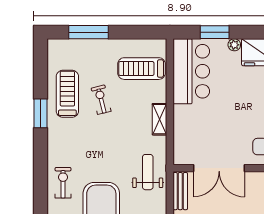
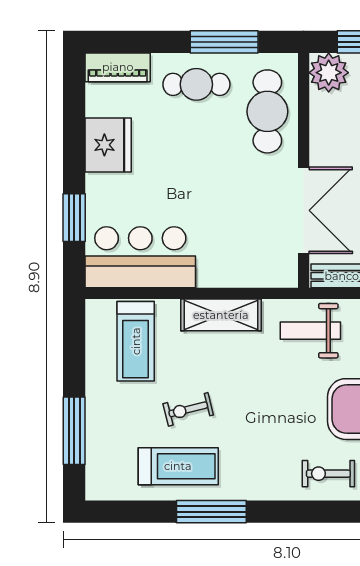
plant: (234, 45) -> (96, 185), removed
treadmill: (67, 94) -> (178, 466), turned 180
window: (40, 113) -> (211, 512), width x1.44
shelving: (159, 119) -> (221, 315), width x1.50, depth x1.33

